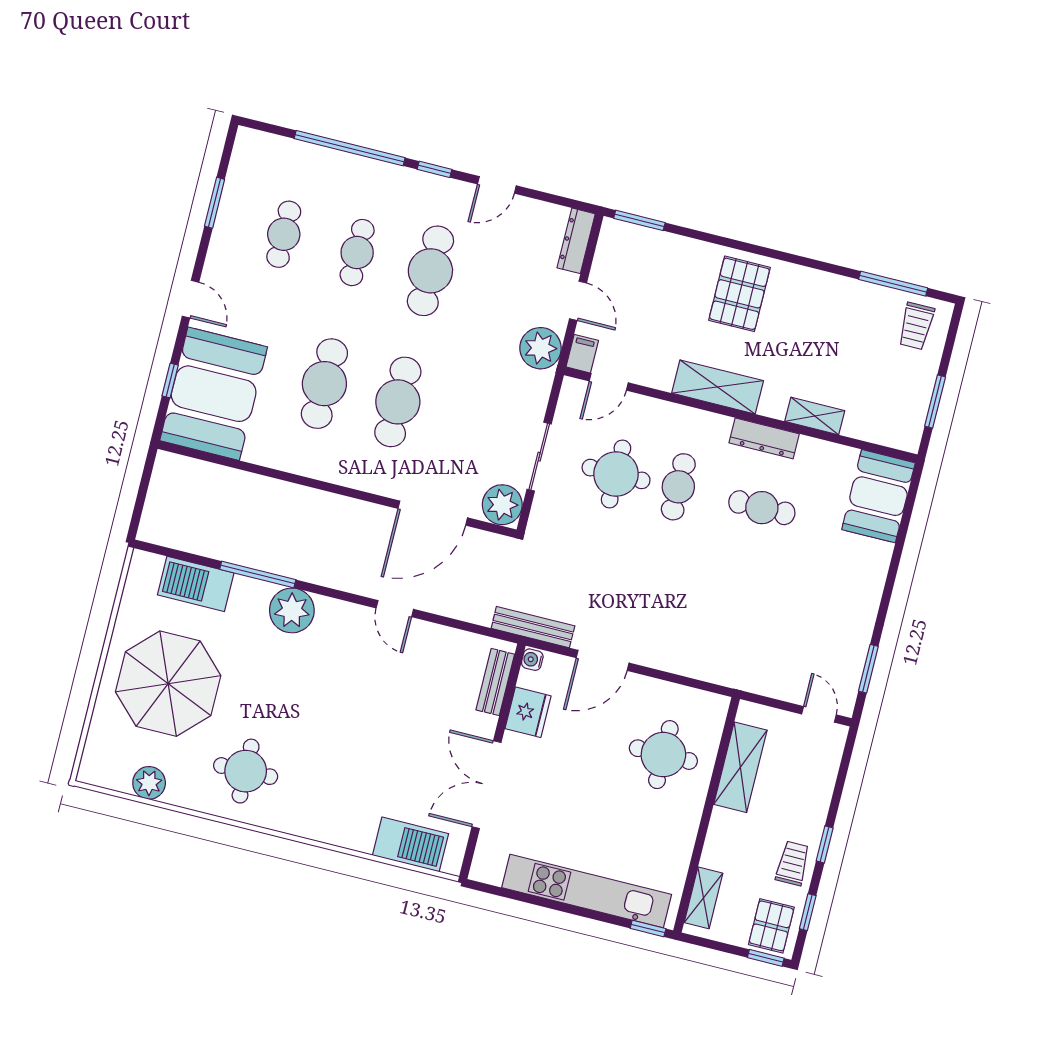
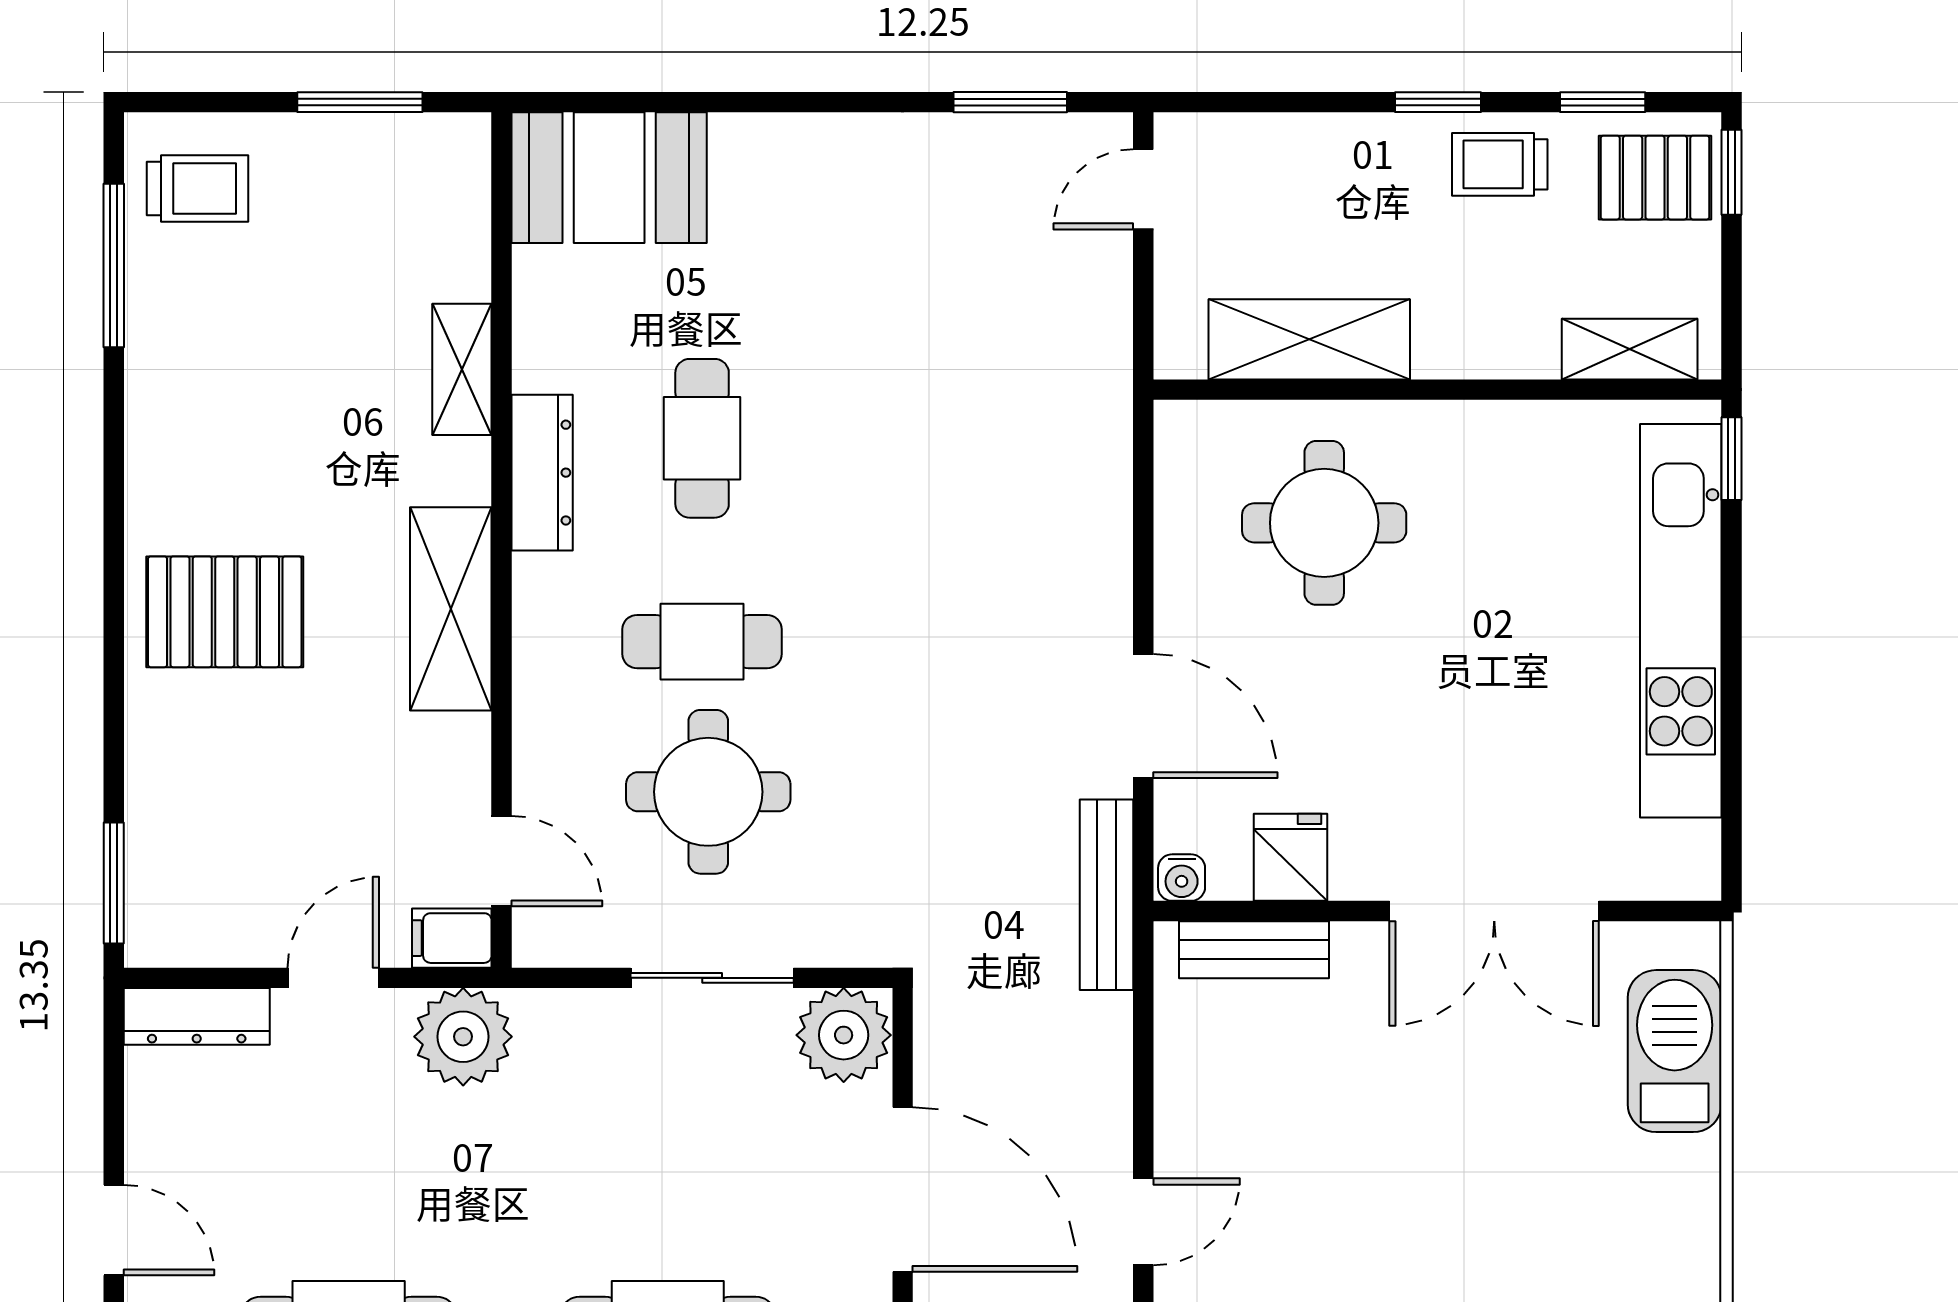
fridge: (528, 712) -> (1290, 857), width x0.72

